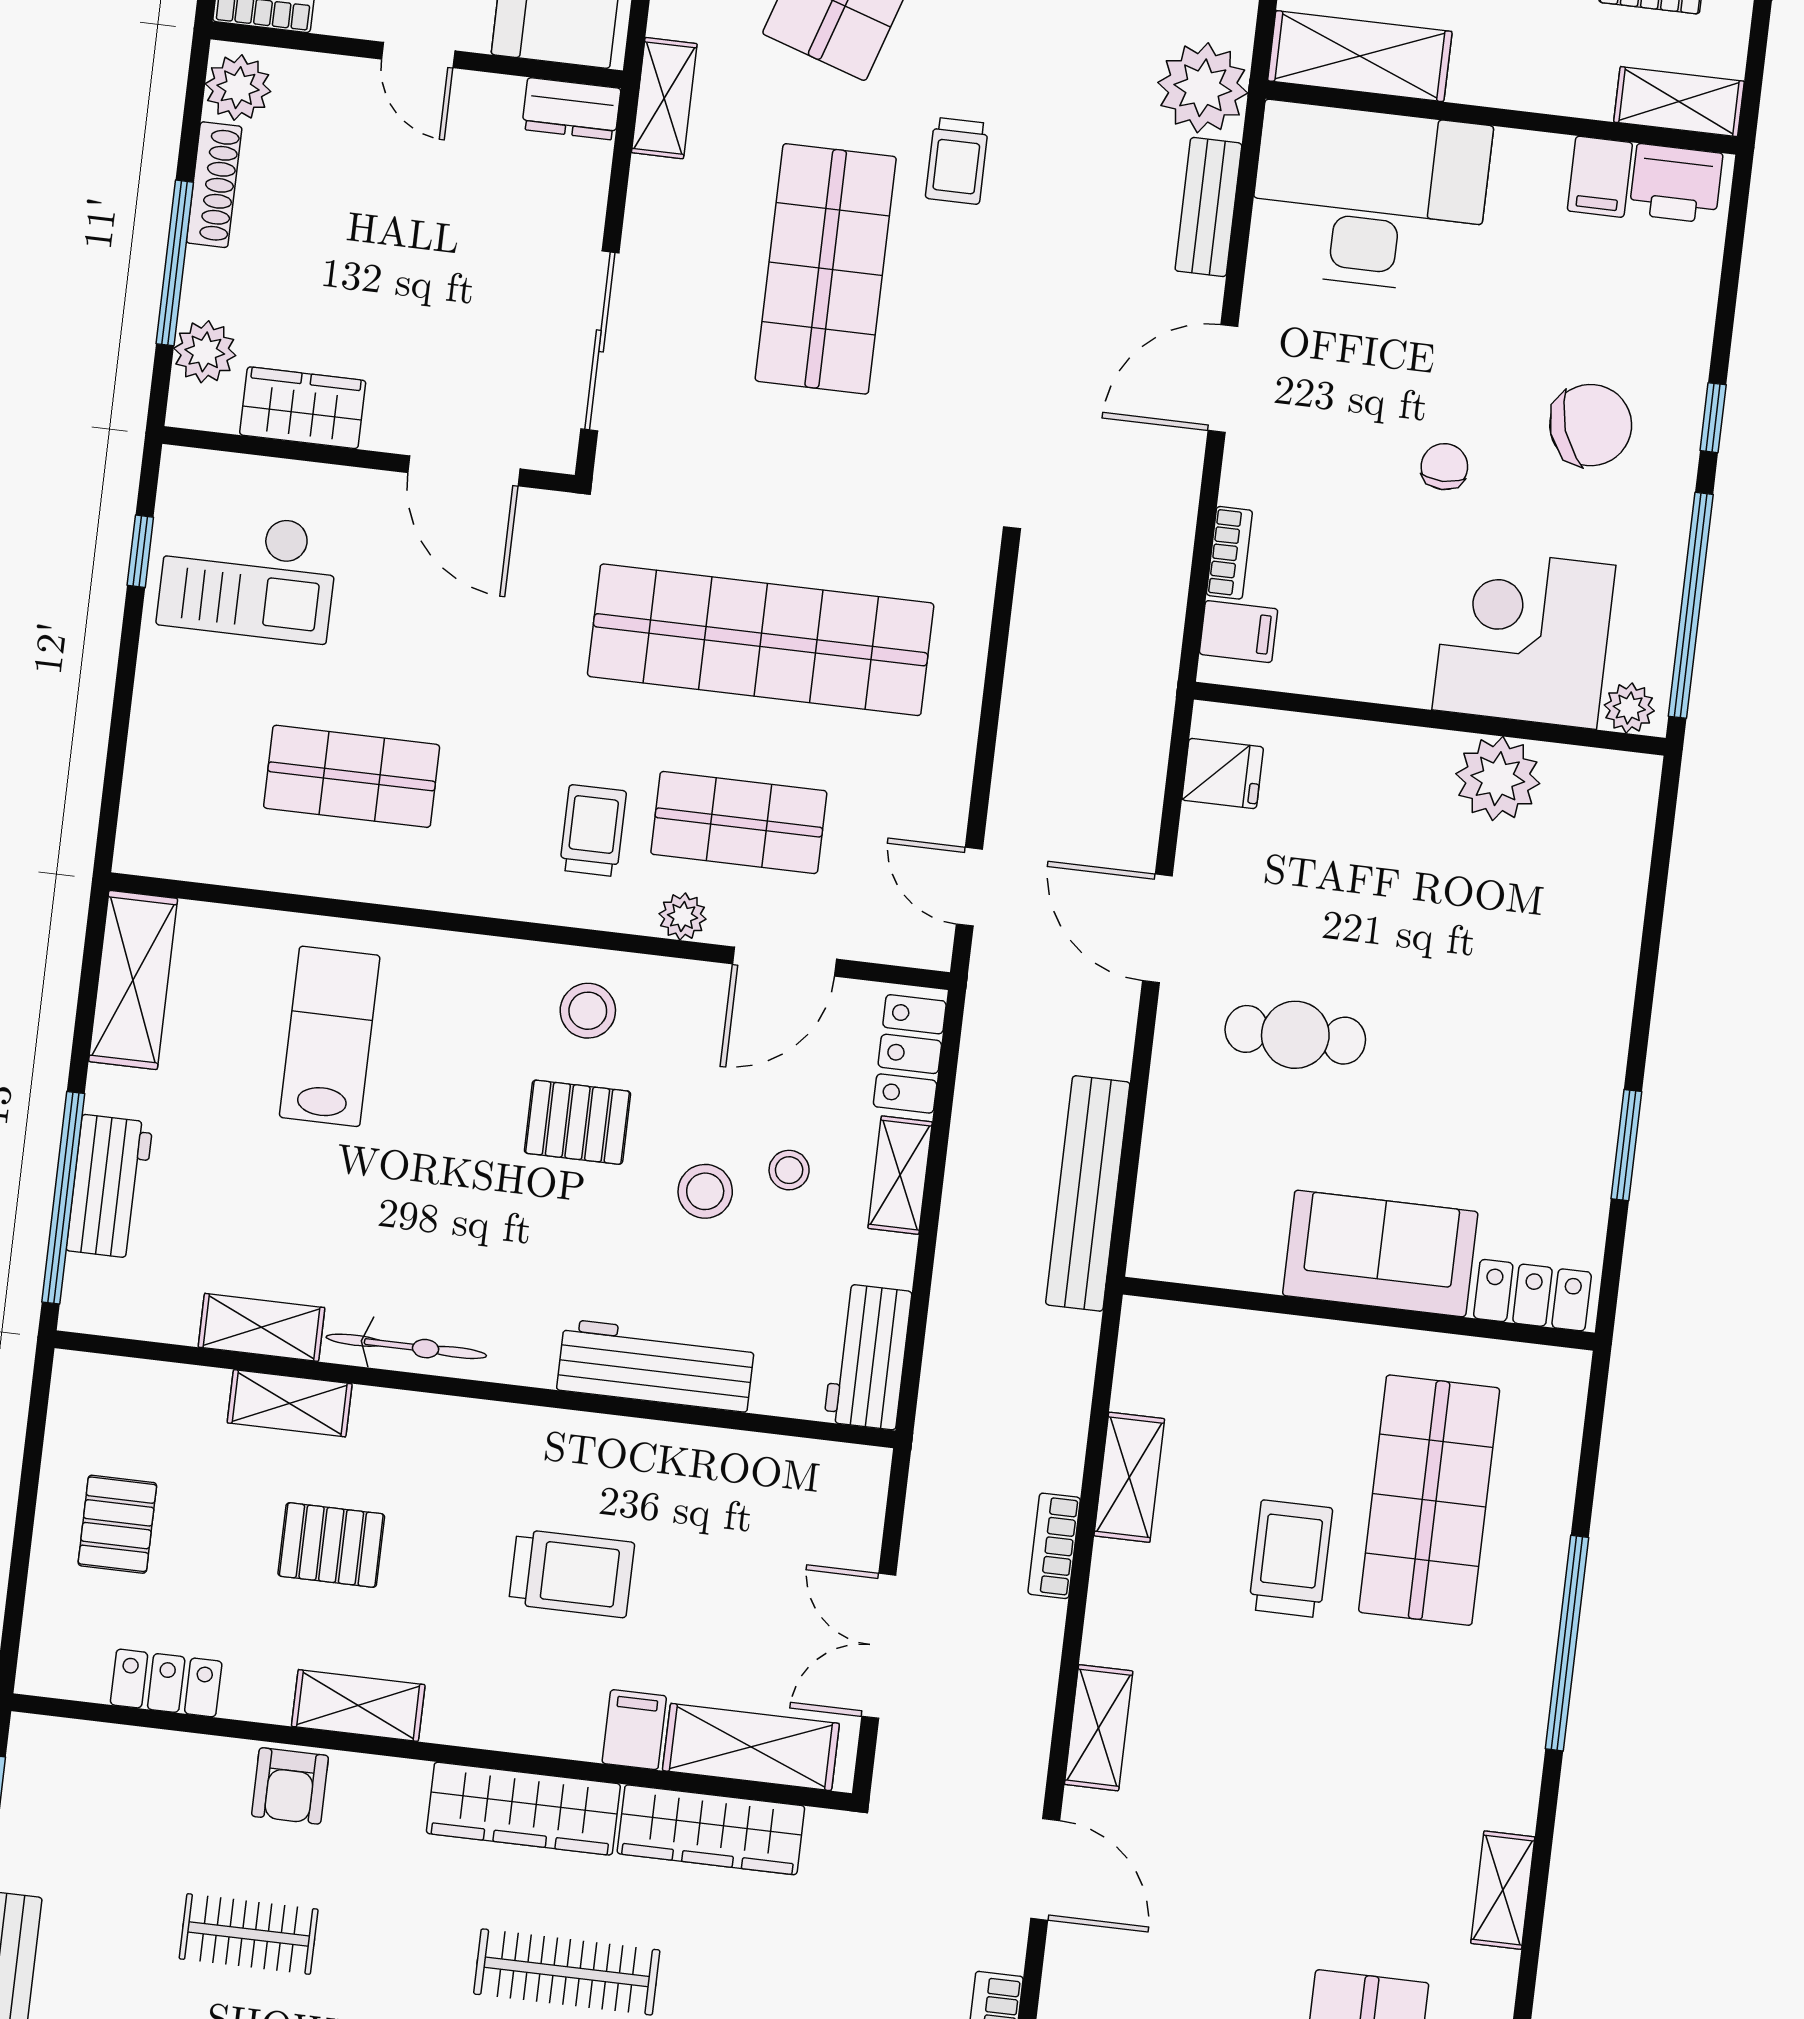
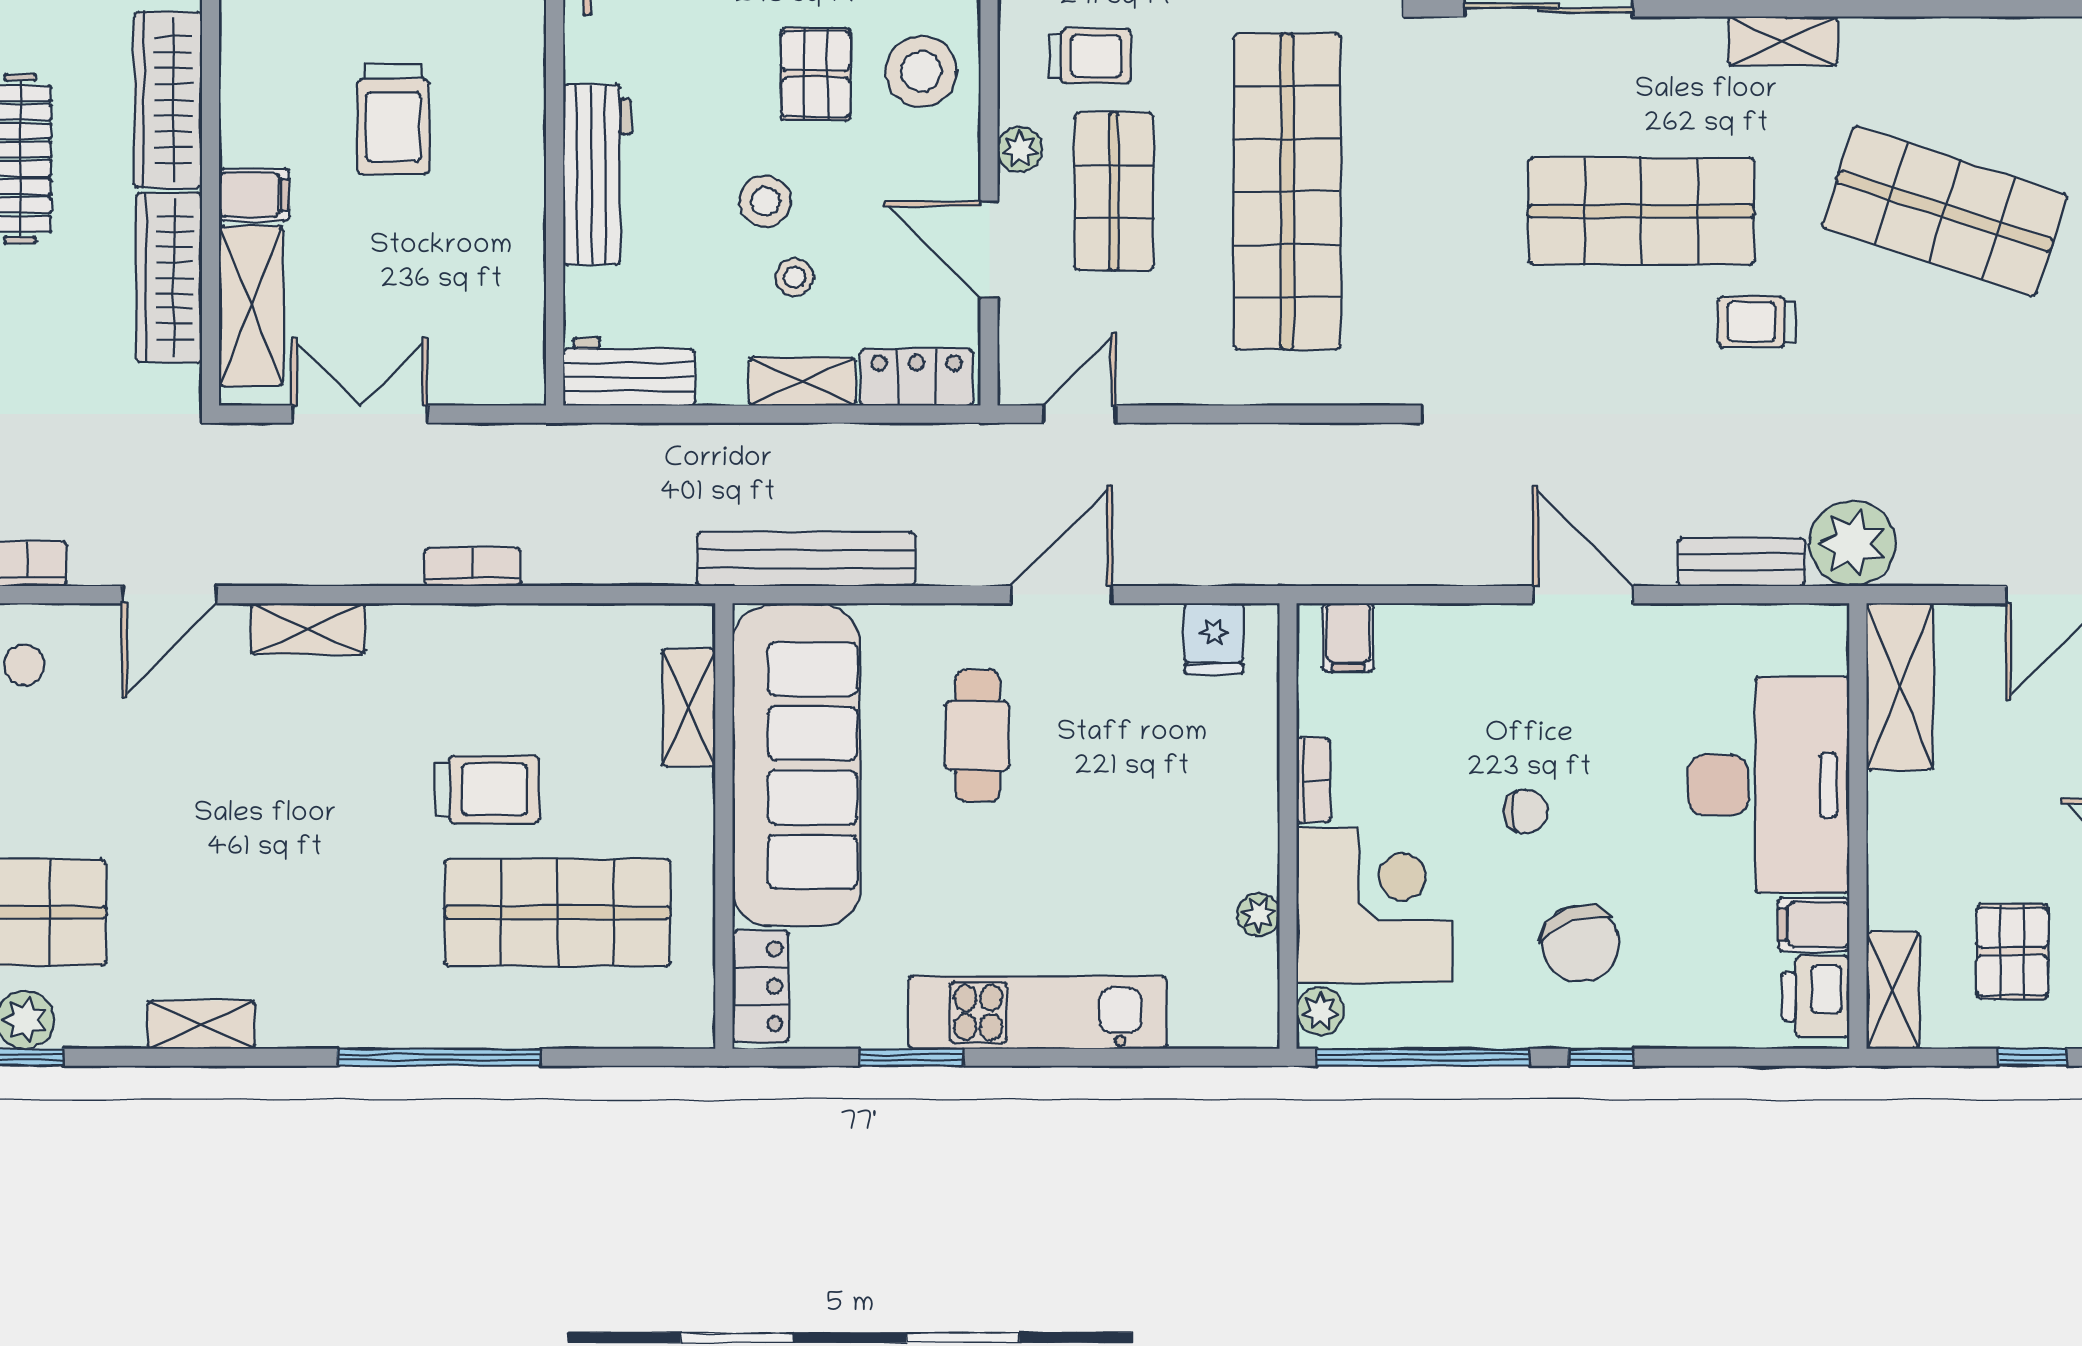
desk: (1369, 198) -> (1768, 785), moved
bookcase: (1229, 553) -> (1313, 780), moved, turned -90
plant: (1498, 779) -> (1258, 915), width x0.53, depth x0.53
kitchen unit: (1595, 1006) -> (1038, 1012), added
stool: (588, 1011) -> (921, 71), width x1.38, depth x1.38
sofa: (1380, 1253) -> (796, 765), width x1.85, depth x1.27
shelving: (1129, 1477) -> (689, 708), moved, turned 90

